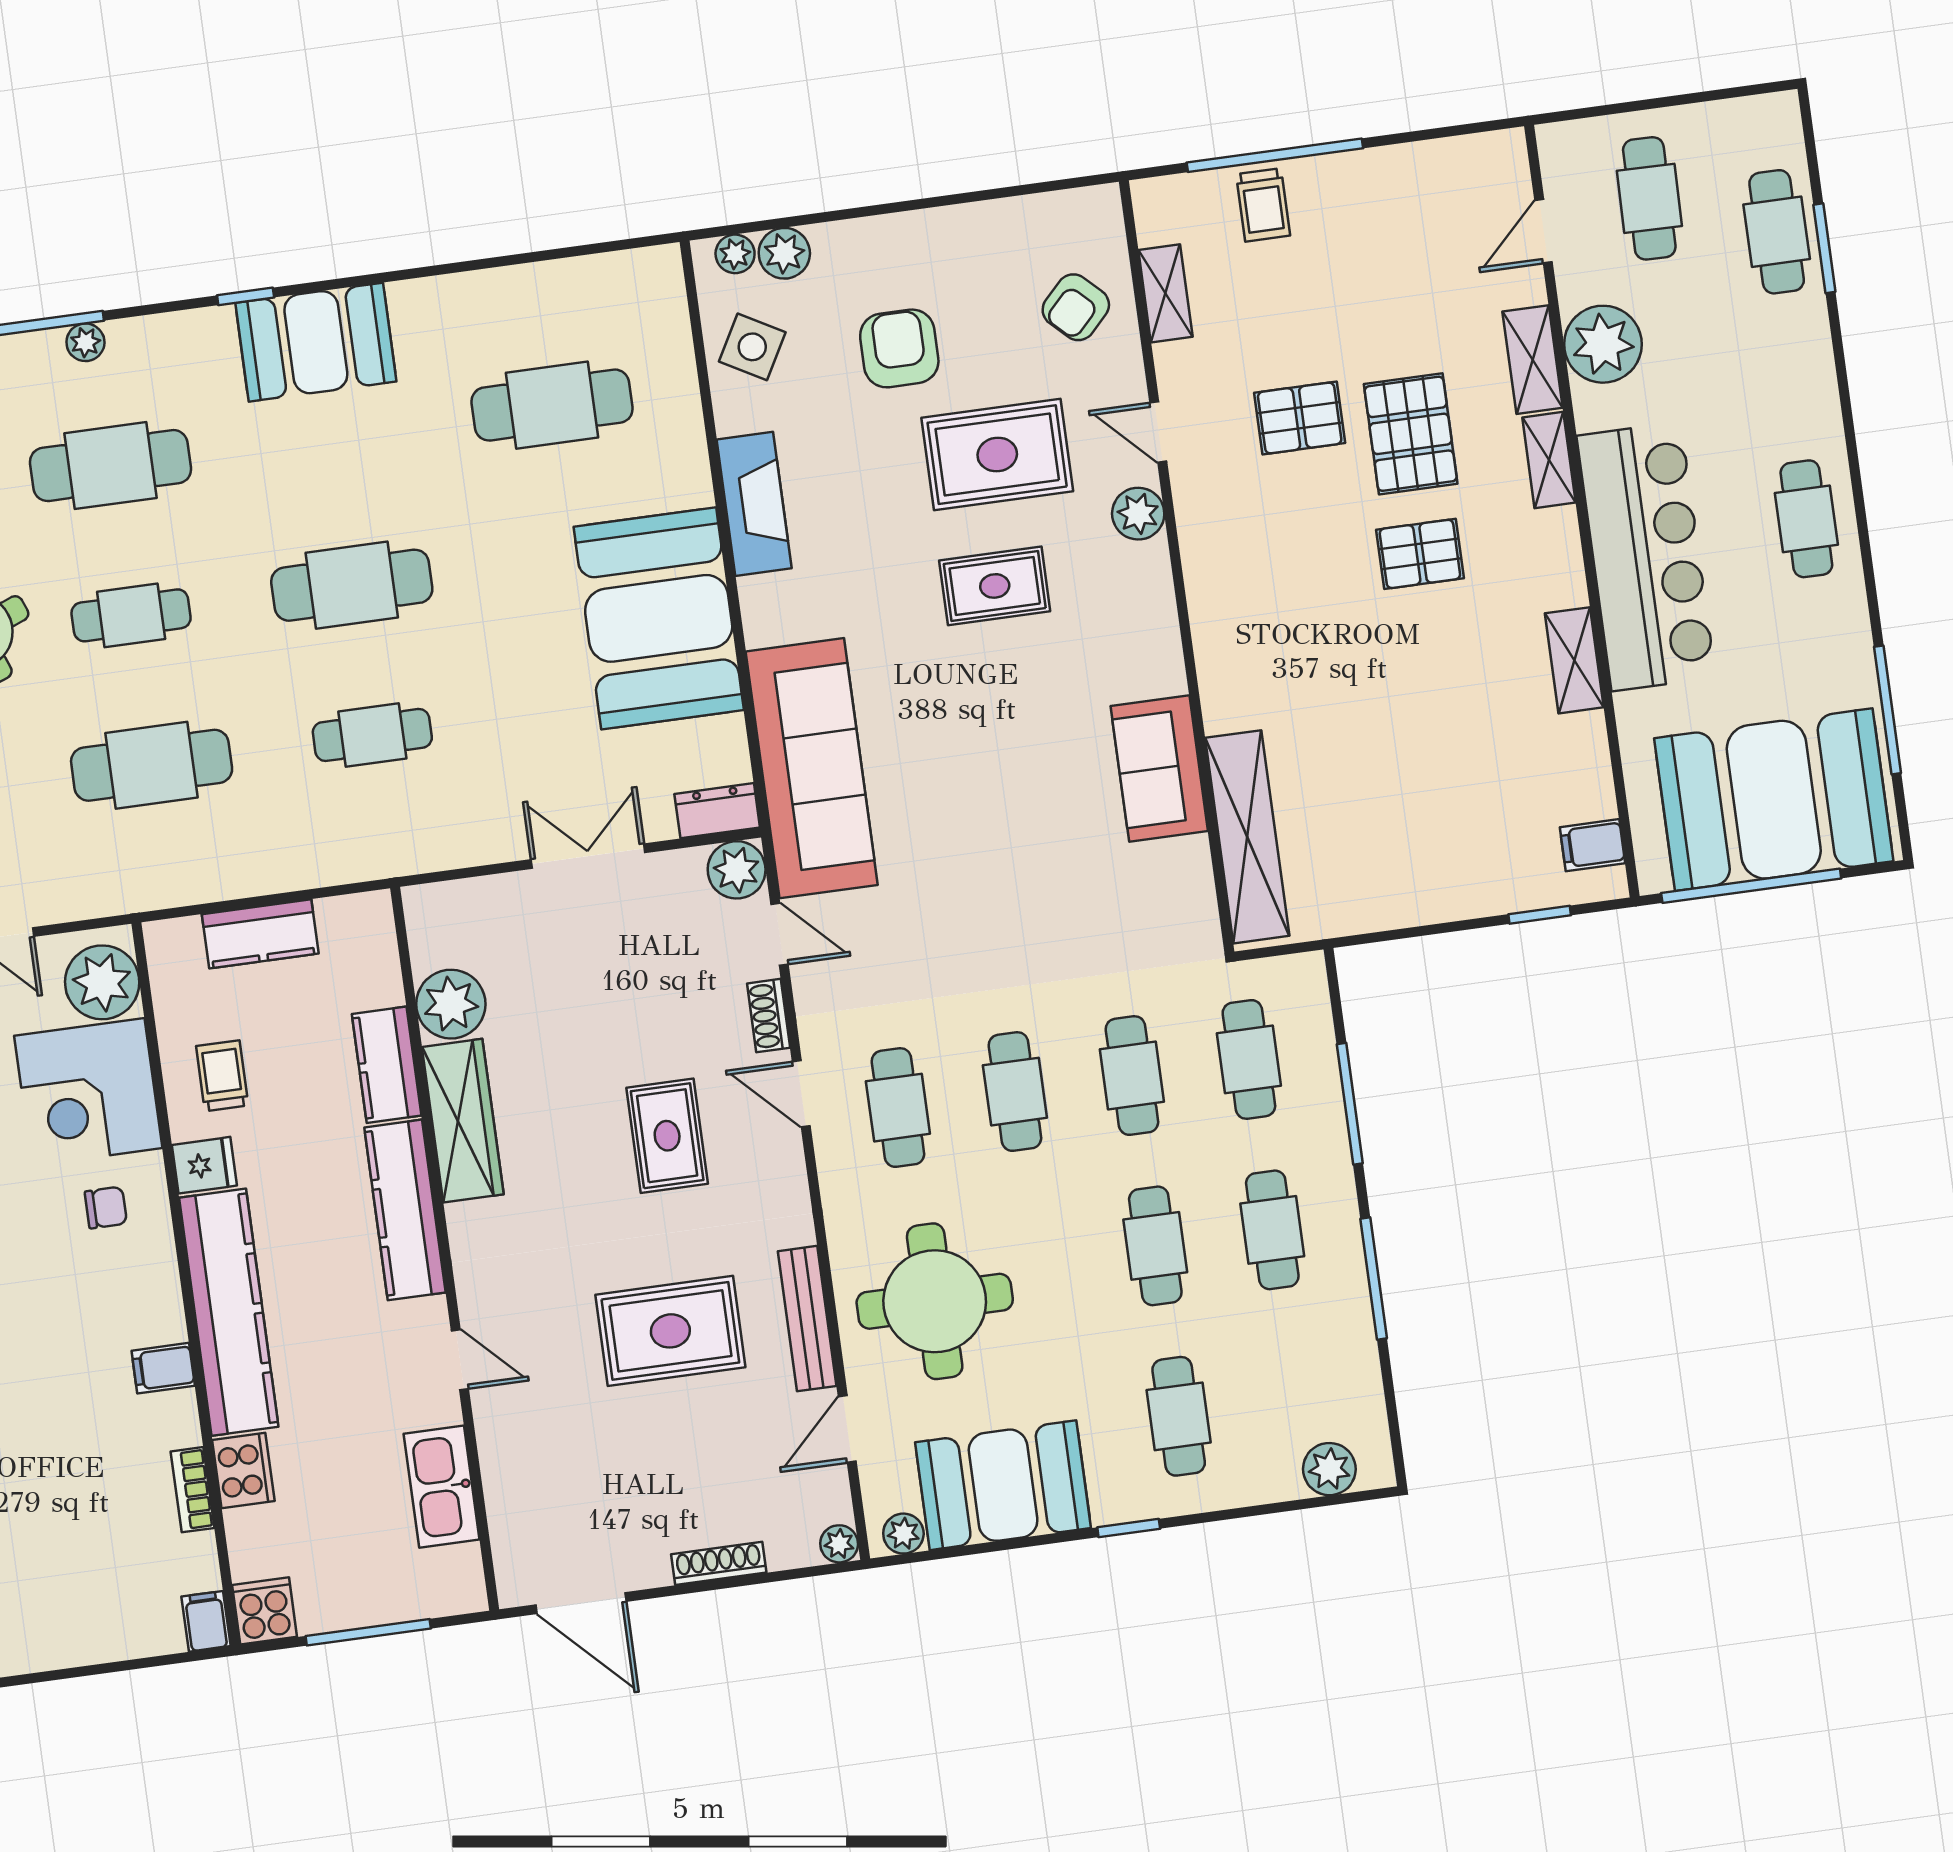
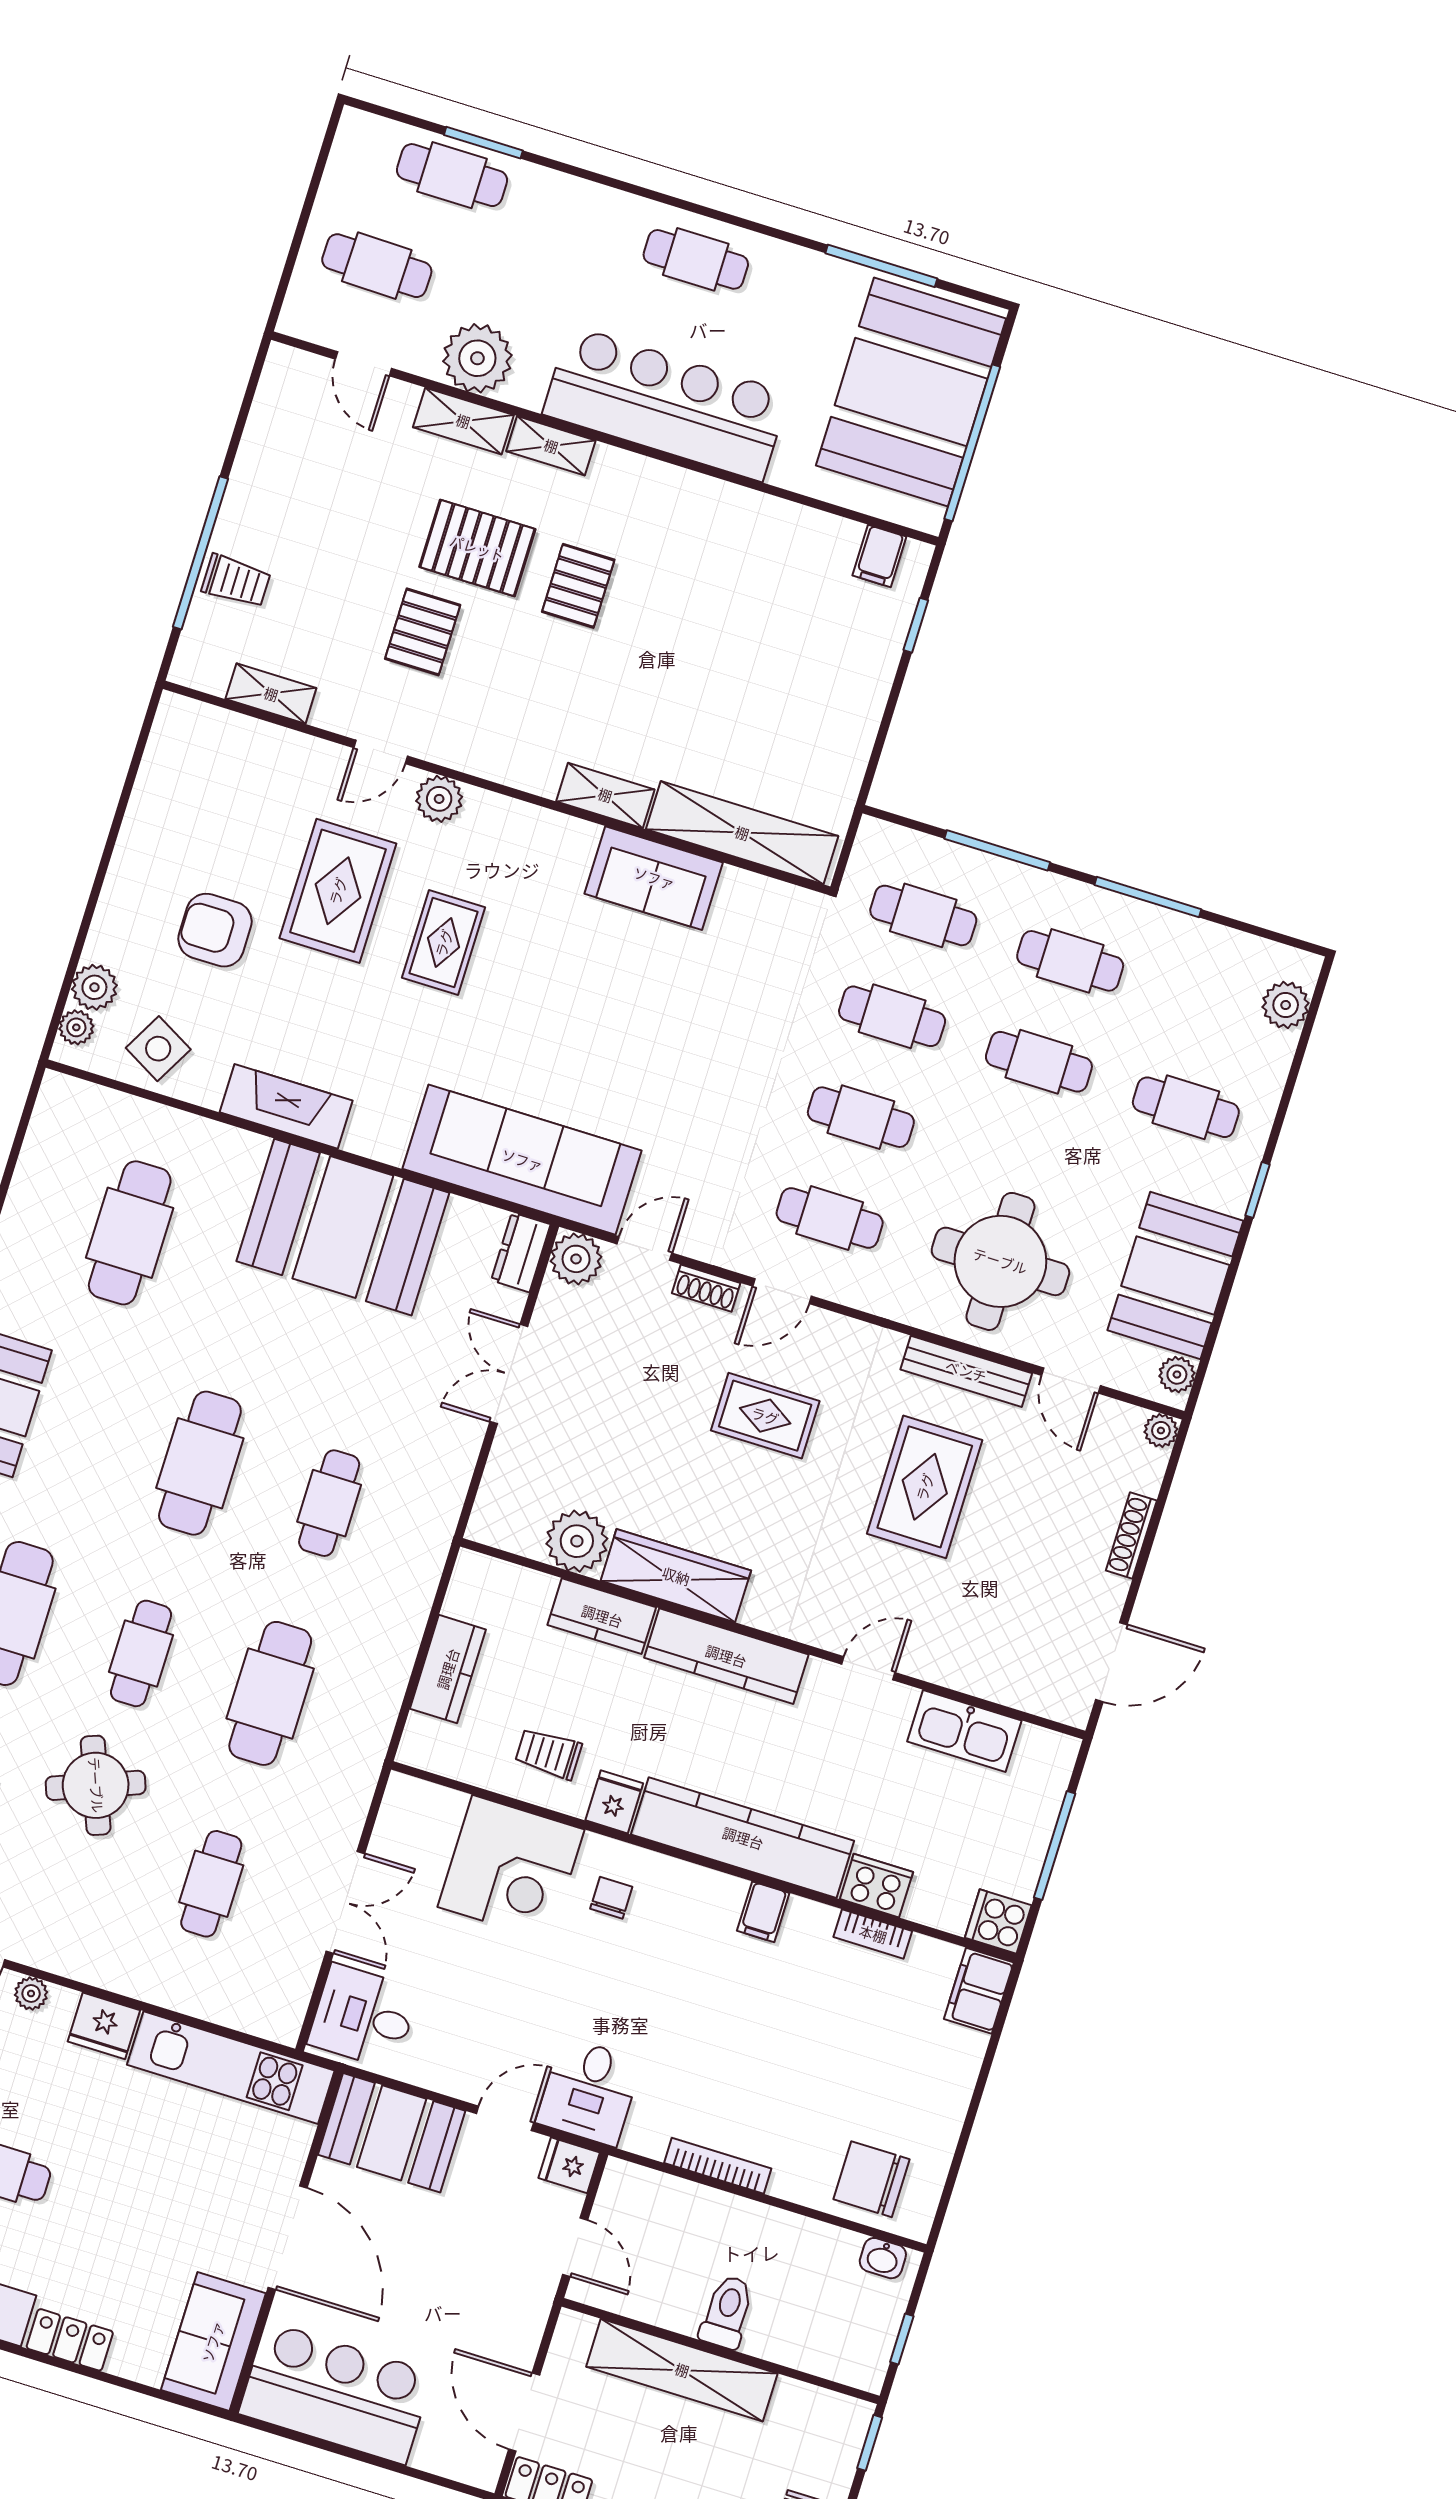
armchair: (1076, 307) -> (248, 772), removed
shelving: (1574, 660) -> (605, 795), moved
plant: (102, 982) -> (427, 1815), removed
filing cabinet: (206, 1621) -> (979, 1991), width x2.00

